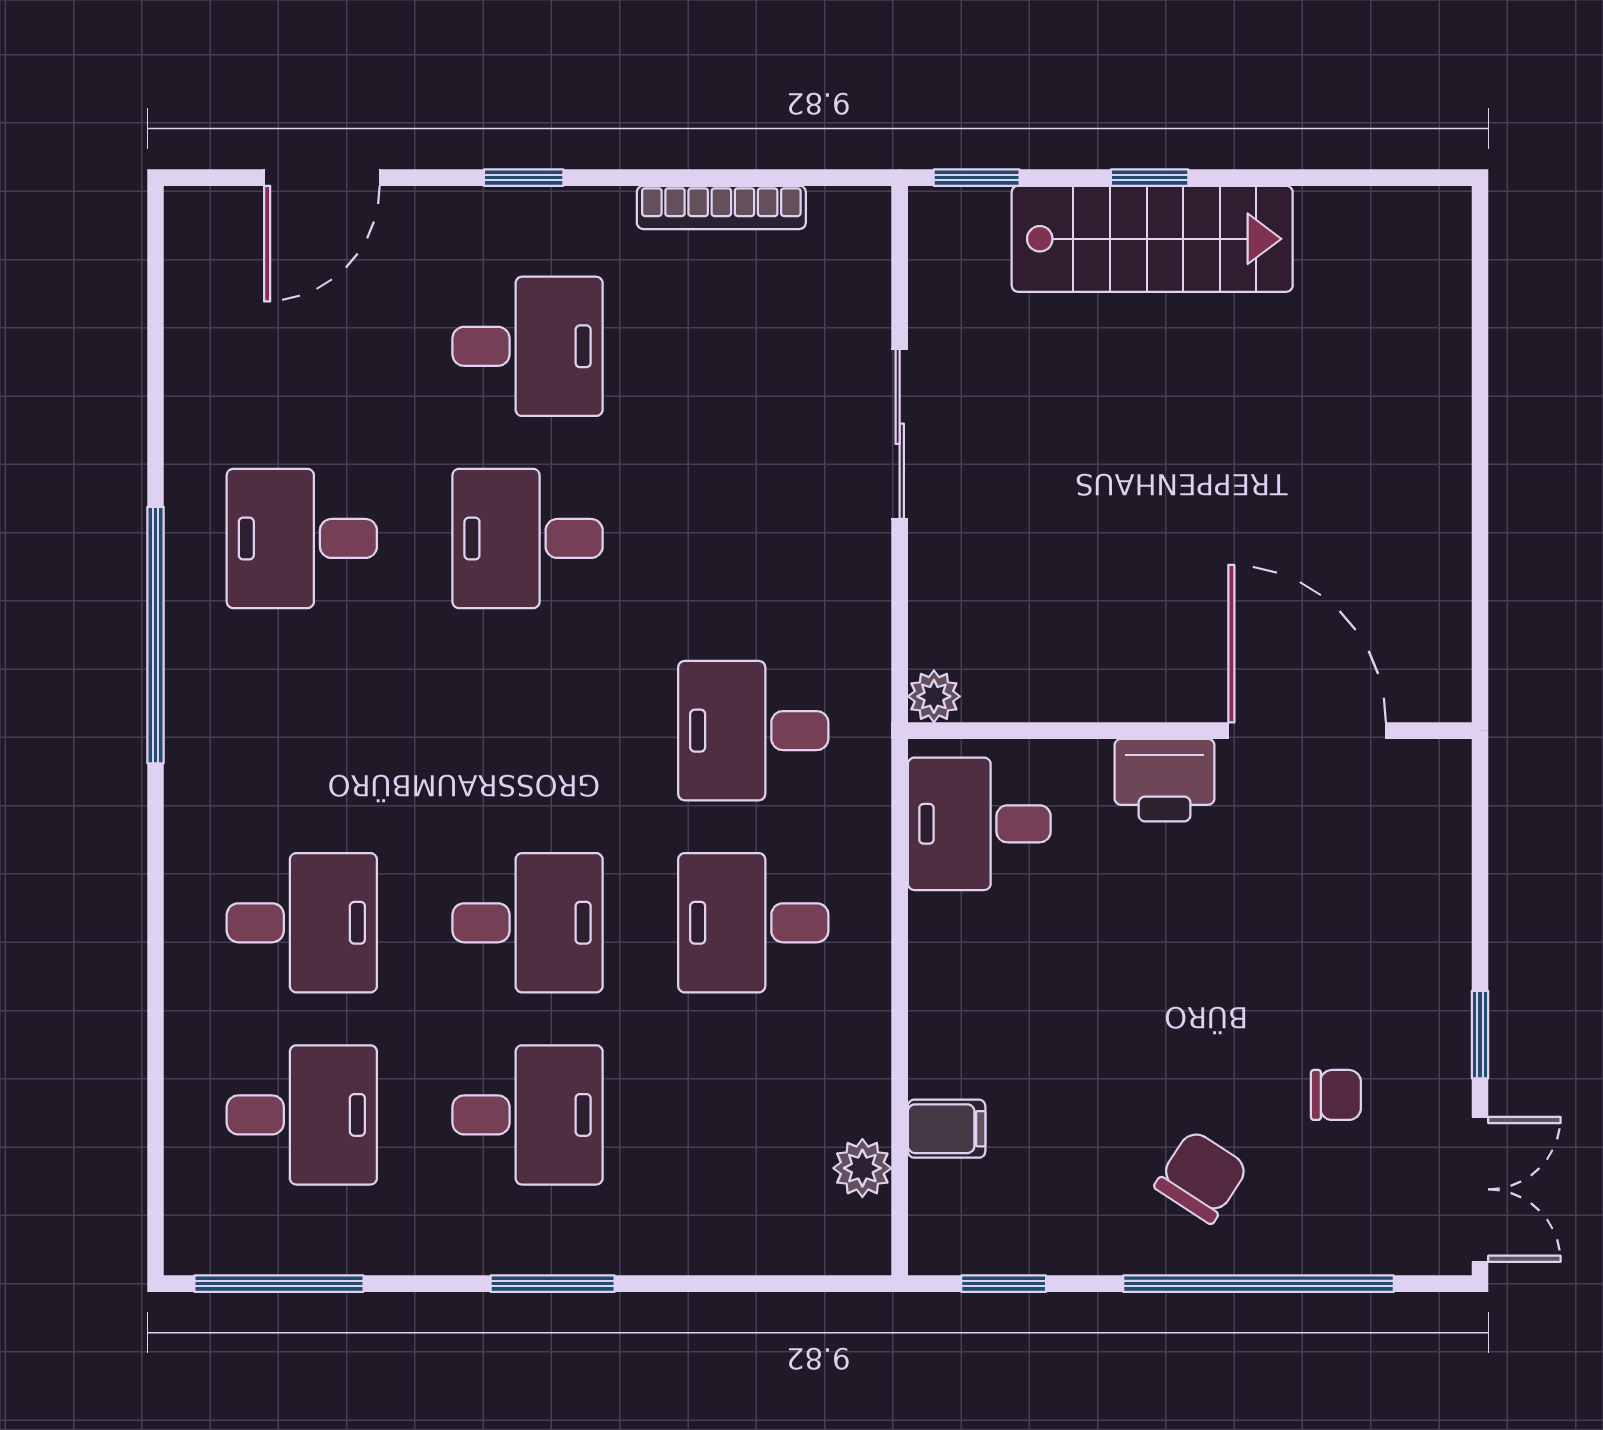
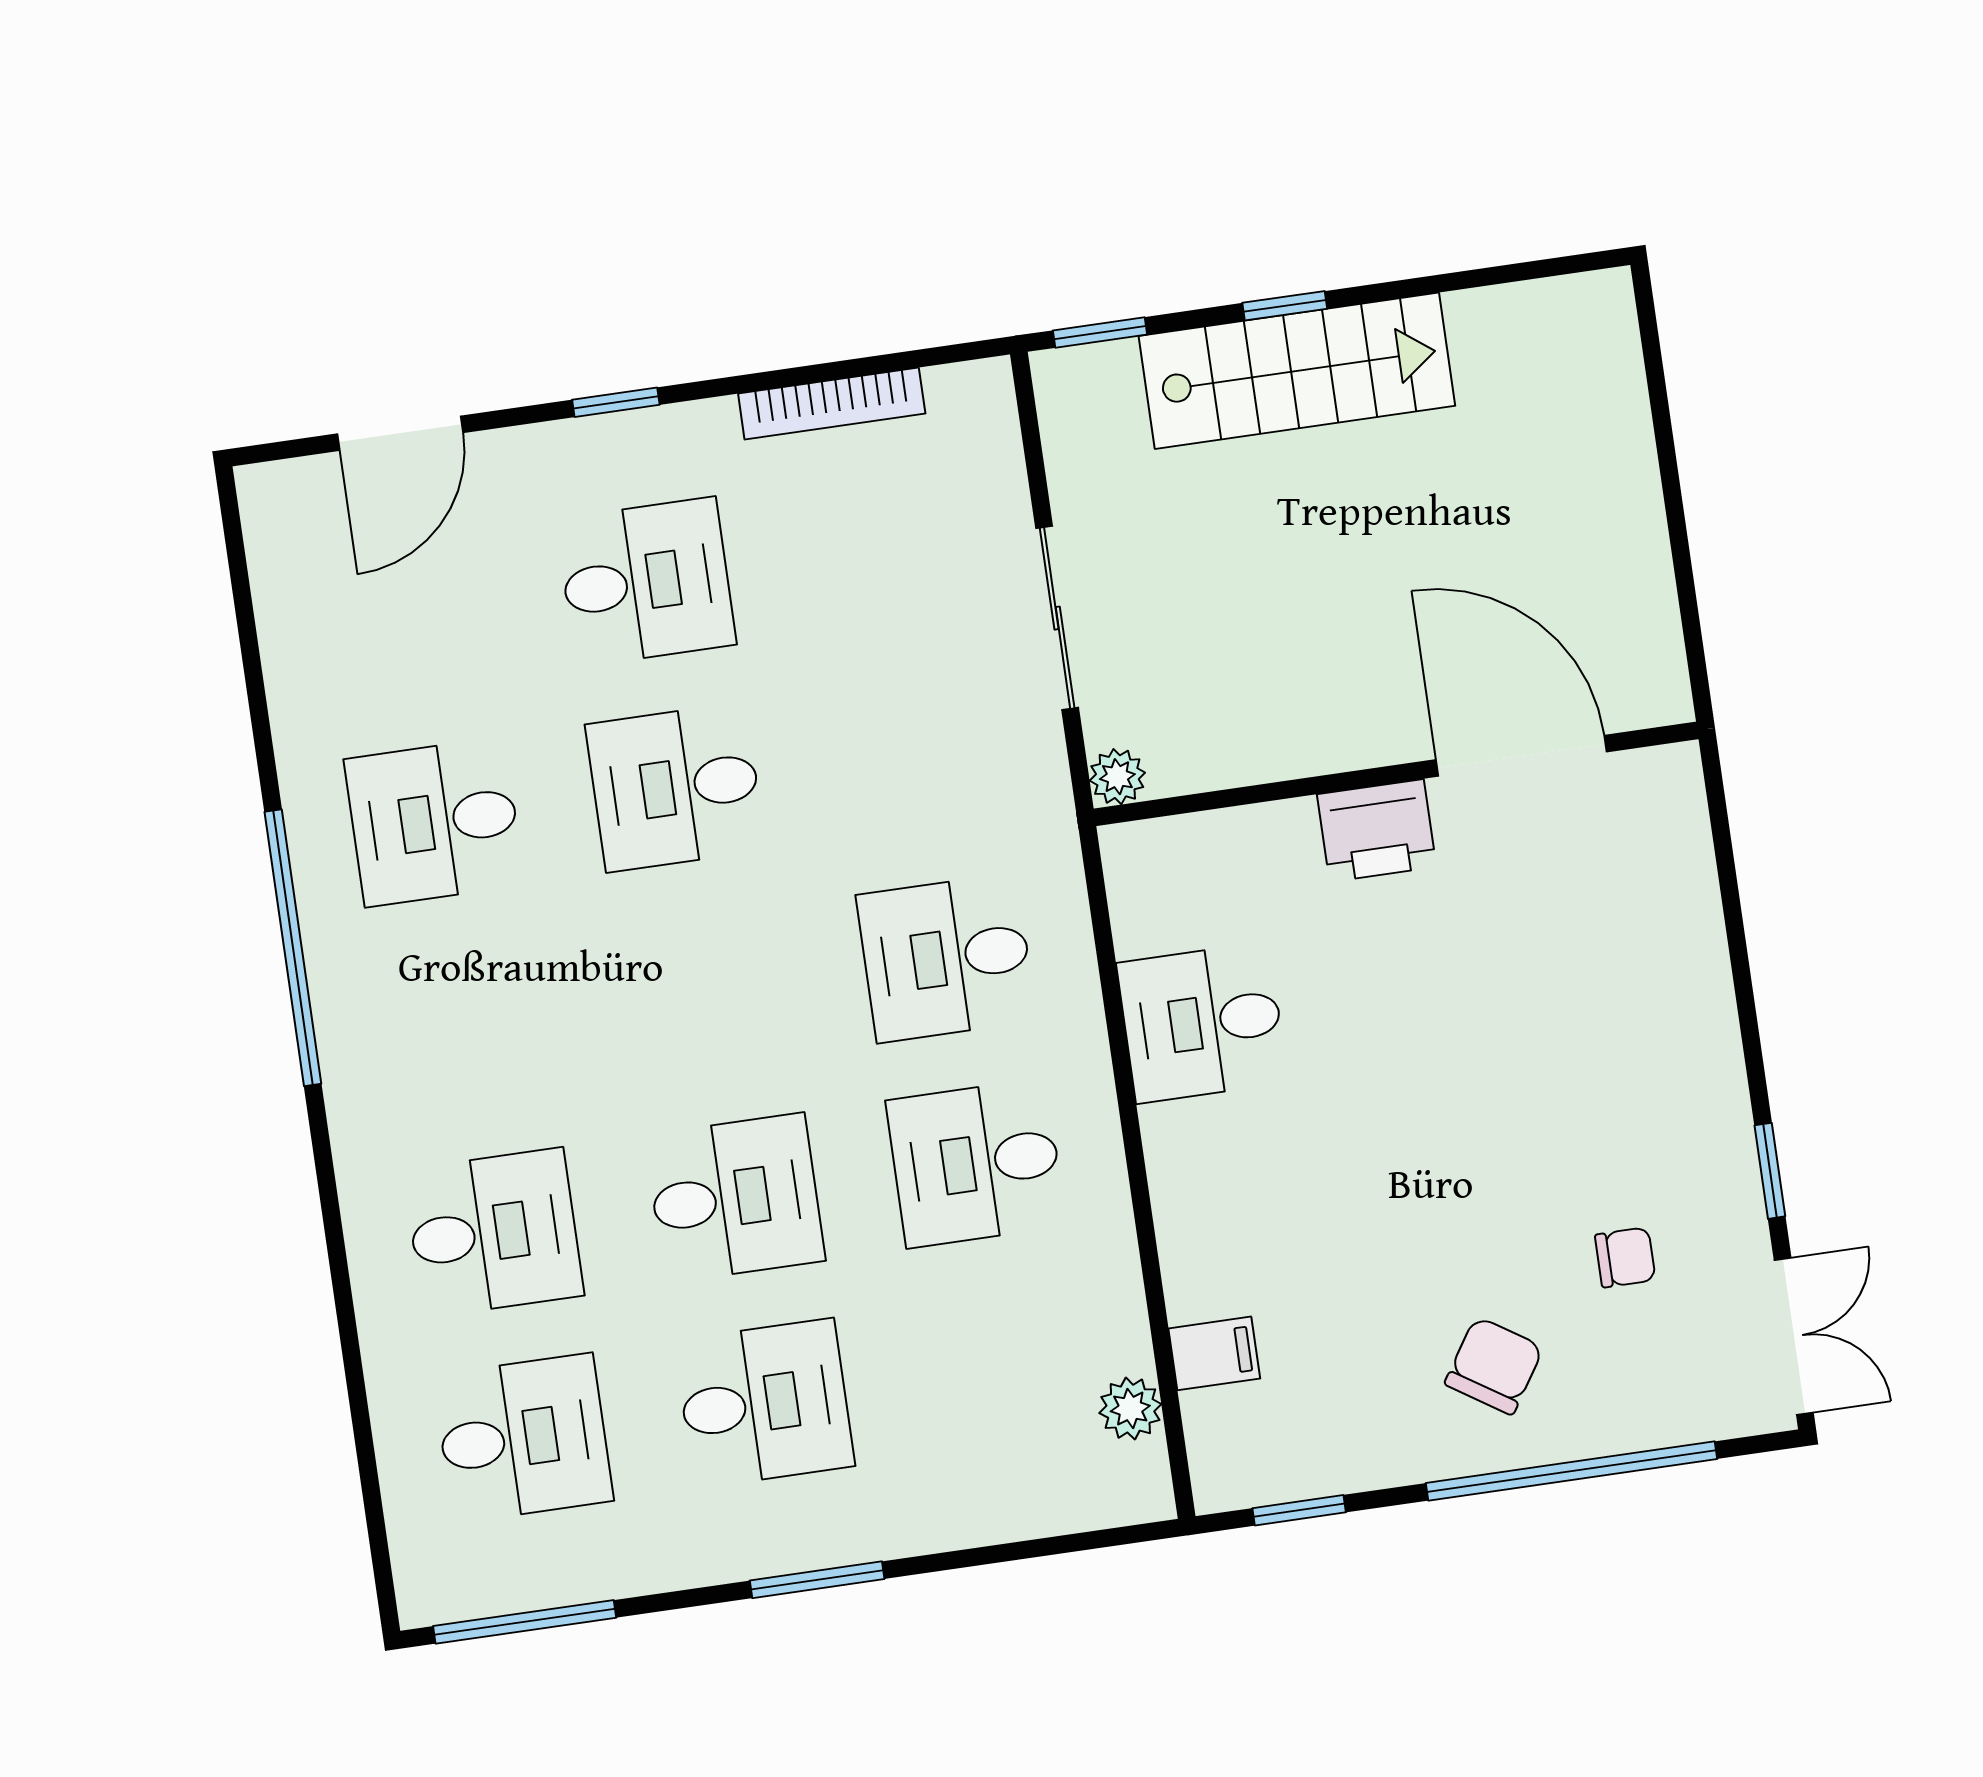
plant: (934, 696) -> (1117, 777), moved
wall: (1190, 731) -> (1396, 774), moved
door: (1307, 731) -> (1521, 756), moved
printer: (1165, 780) -> (1377, 831), moved

